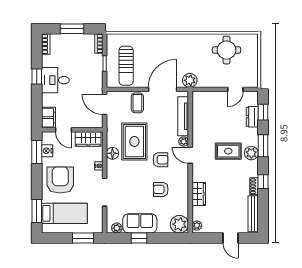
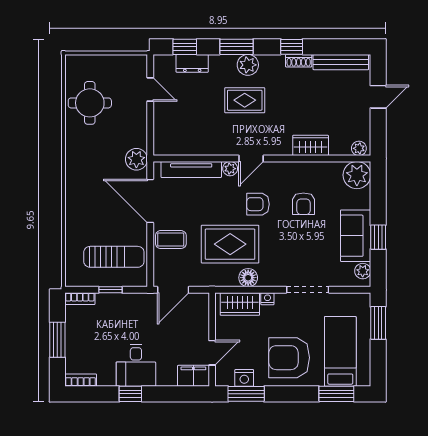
wardrobe: (88, 139) -> (240, 304), moved, turned 90
rug: (228, 151) -> (245, 100), turned 90
armchair: (160, 160) -> (258, 204), turned -90

